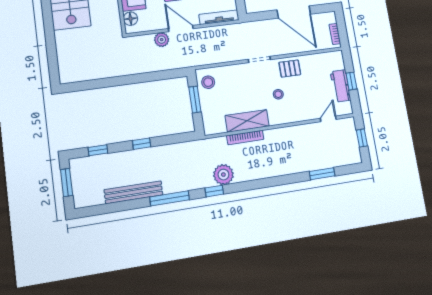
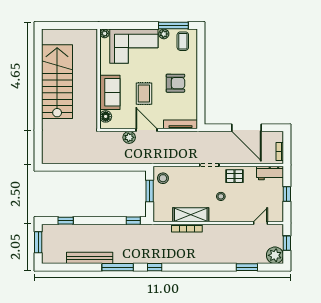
workbench: (341, 86) -> (270, 173), moved, turned -90
window: (142, 144) -> (133, 221), moved
plant: (223, 175) -> (275, 255), moved

